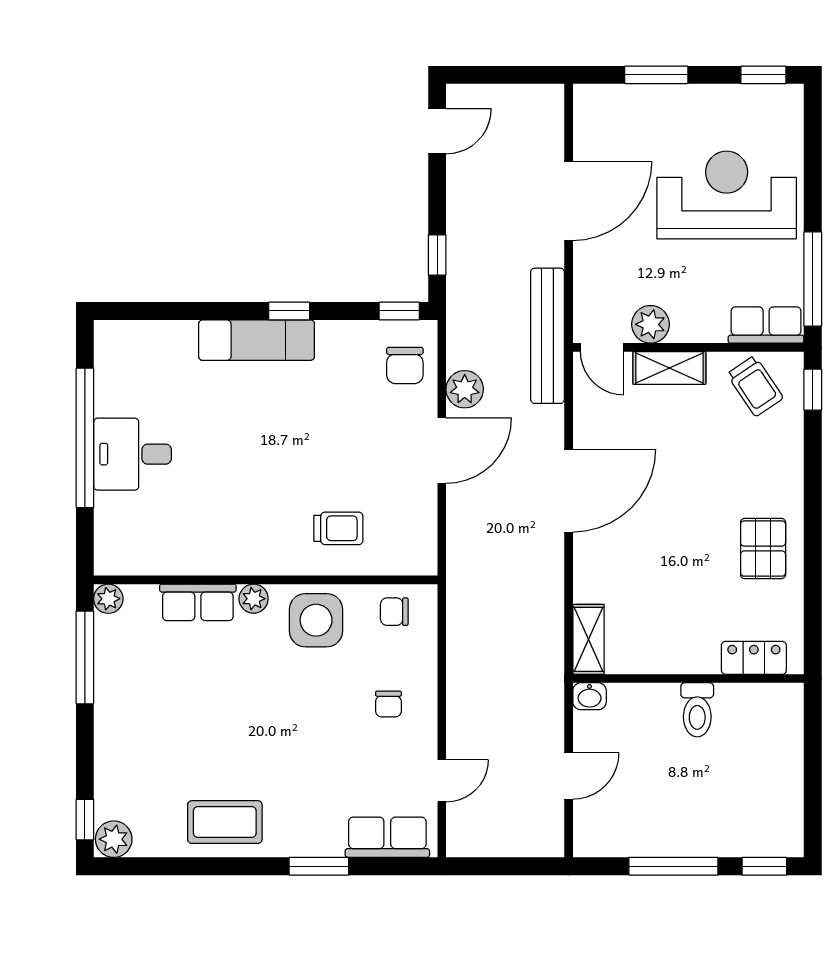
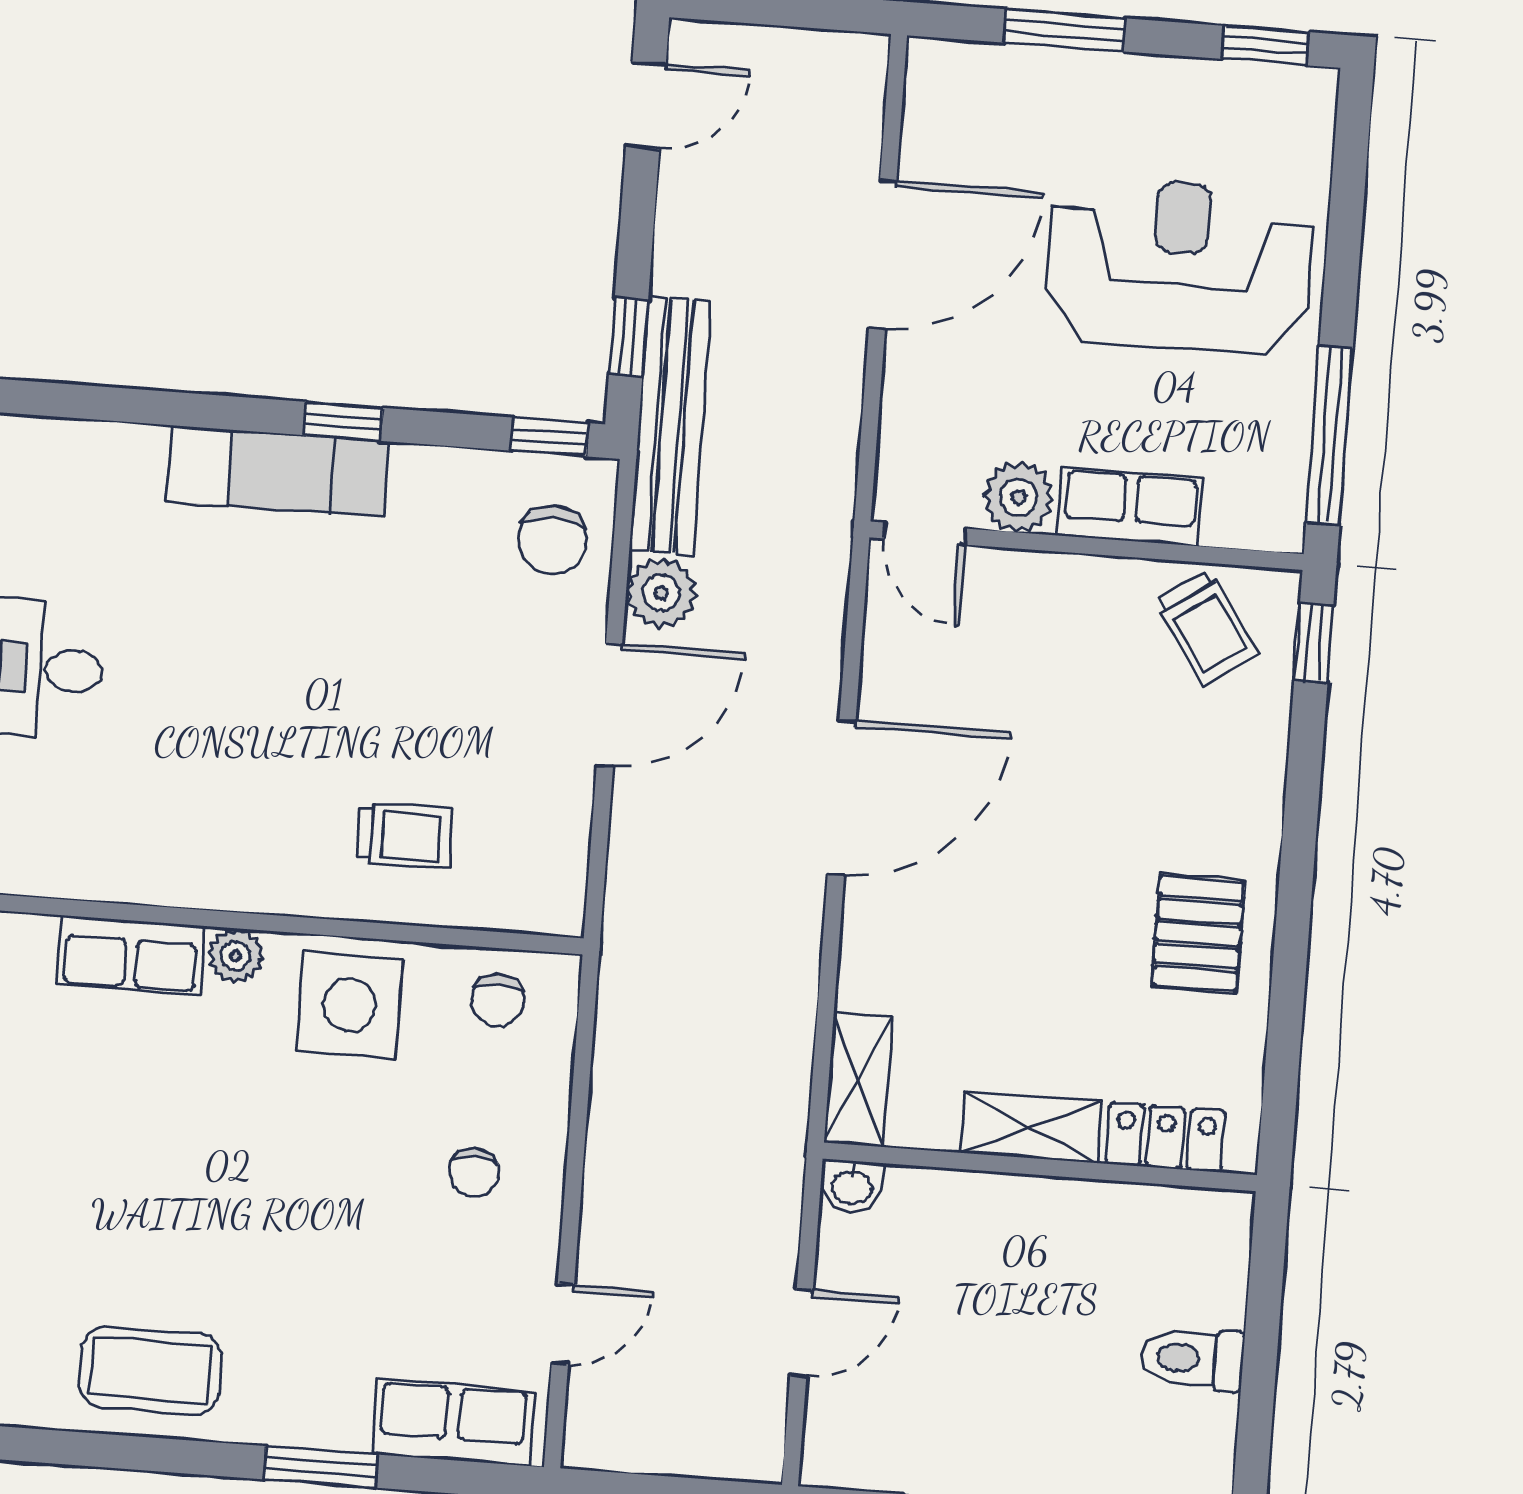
row of seats: (766, 325) -> (1130, 507), moved
bench: (548, 336) -> (670, 425), moved
shelving: (669, 368) -> (1031, 1127), moved
chair: (394, 612) -> (498, 1000), turned -90
toilet: (697, 710) -> (1192, 1359), moved, turned 90

